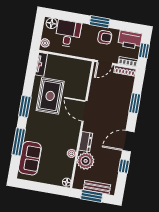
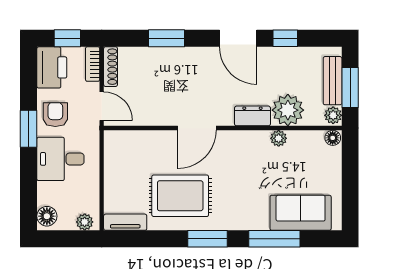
desk: (68, 34) -> (60, 159), moved
plant: (79, 184) -> (333, 115), added

